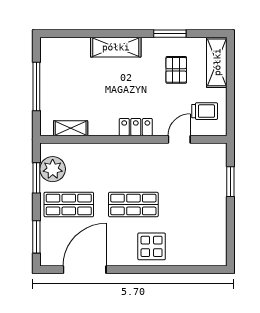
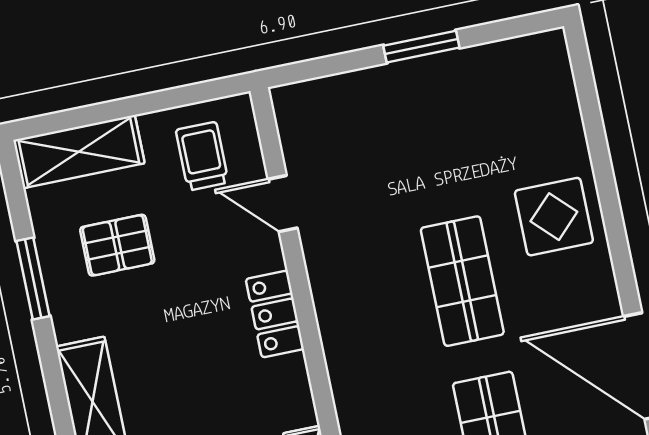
window: (230, 182) -> (421, 47), moved

